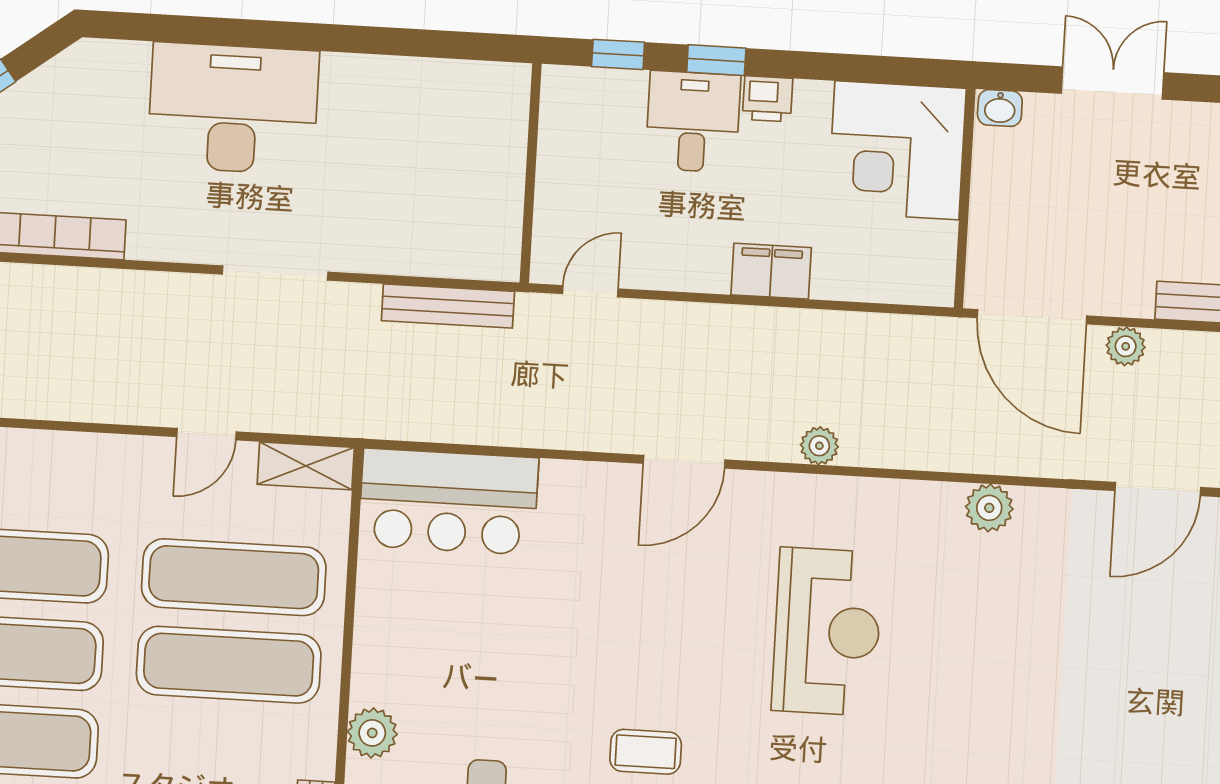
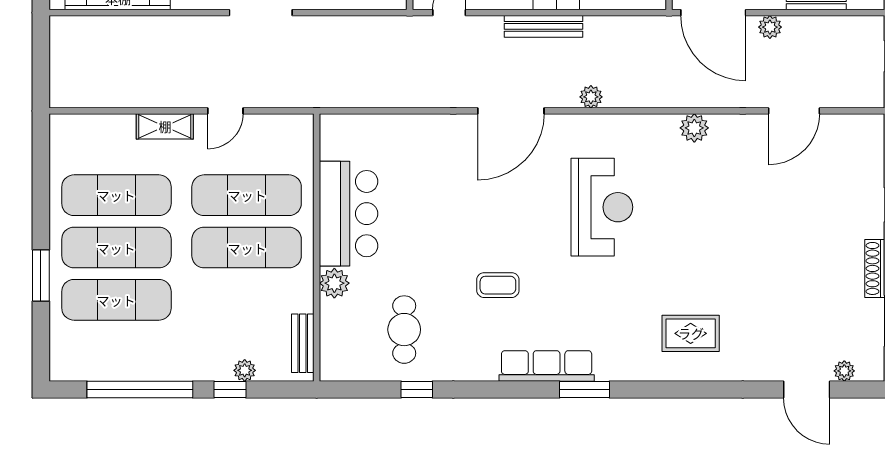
bench: (448, 306) -> (543, 26), moved
door: (684, 462) -> (511, 111), width x1.36
shelving: (306, 466) -> (165, 126), moved
bar counter: (448, 502) -> (349, 214), moved, turned -90

